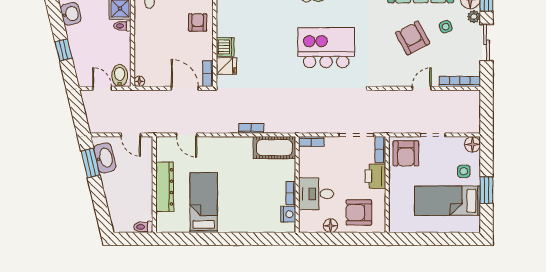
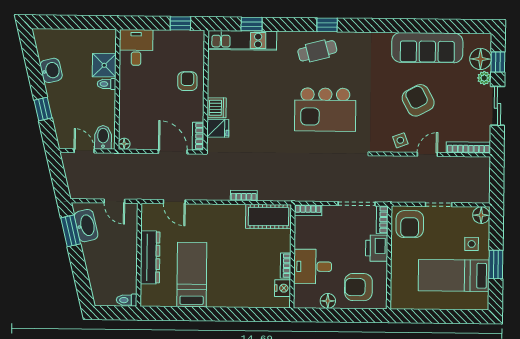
side table: (446, 27) -> (400, 140), moved
kitchen island: (326, 48) -> (325, 110), turned 180

